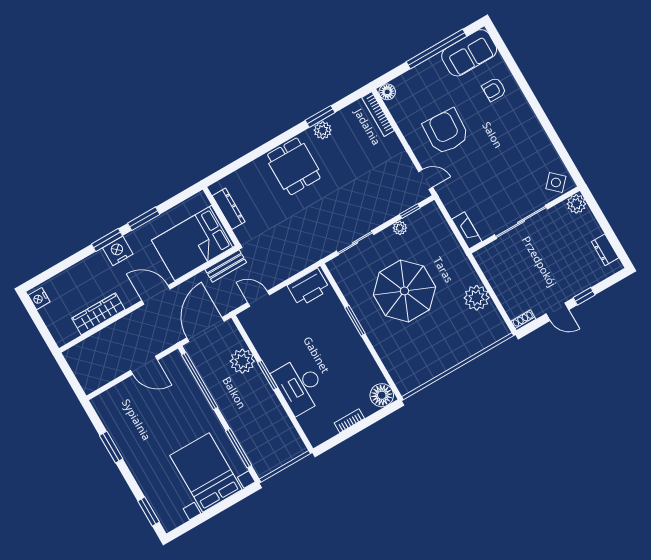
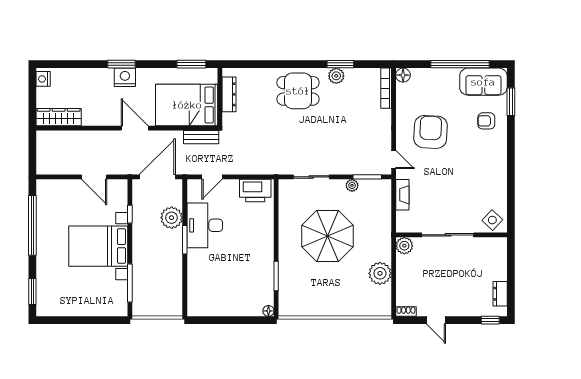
window: (507, 57) -> (511, 102), added
dining table: (294, 166) -> (298, 91), turned 90
plant: (576, 204) -> (404, 246), moved
window: (410, 211) -> (367, 177), width x1.50
window: (144, 219) -> (191, 64), moved
fireplace: (467, 230) -> (402, 195), moved
window: (584, 296) -> (490, 320), moved
door: (259, 299) -> (212, 177), swing flipped
wardrobe: (98, 314) -> (59, 117), moved
window: (355, 321) -> (276, 276), moved
window: (200, 381) -> (130, 214), width x0.32
desk: (300, 386) -> (205, 225), moved
floor lamp: (382, 395) -> (268, 311), width x0.53, depth x0.53
bookcase: (349, 421) -> (227, 311), removed
window: (111, 447) -> (32, 225), width x2.11
bed with nightstands: (206, 472) -> (98, 246), moved, turned -90

